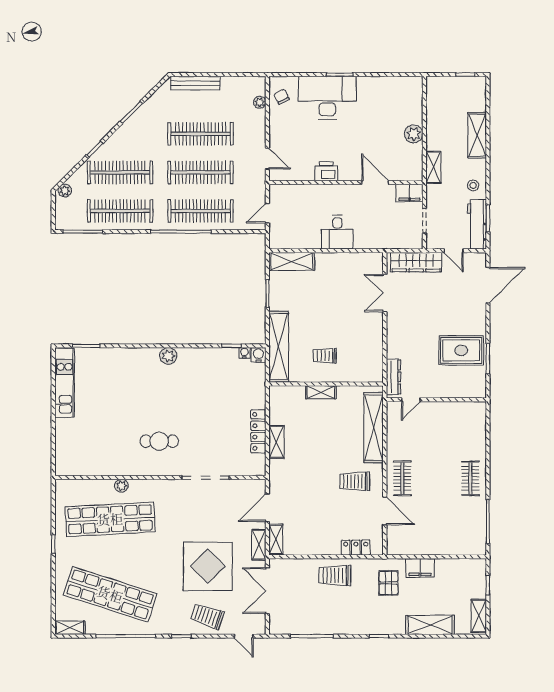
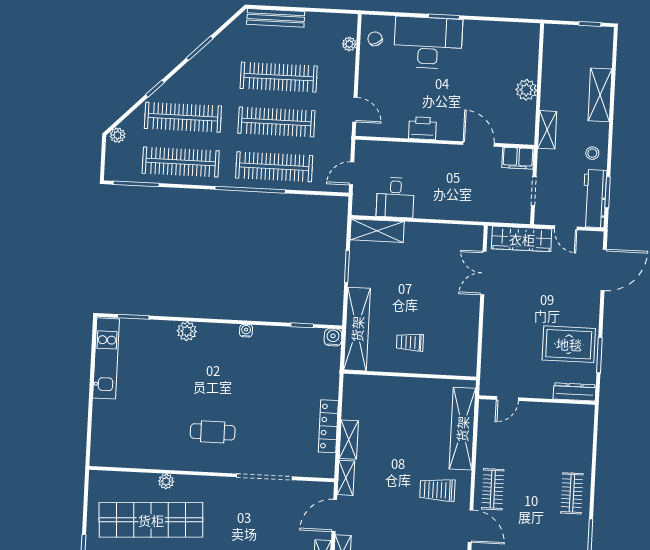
desk: (337, 232) -> (395, 198), moved
water cooler: (244, 353) -> (246, 331), moved
plant: (168, 356) -> (187, 331), moved
dresser: (393, 377) -> (575, 392), moved, turned -90
shelving: (321, 392) -> (346, 478), moved, turned 90

